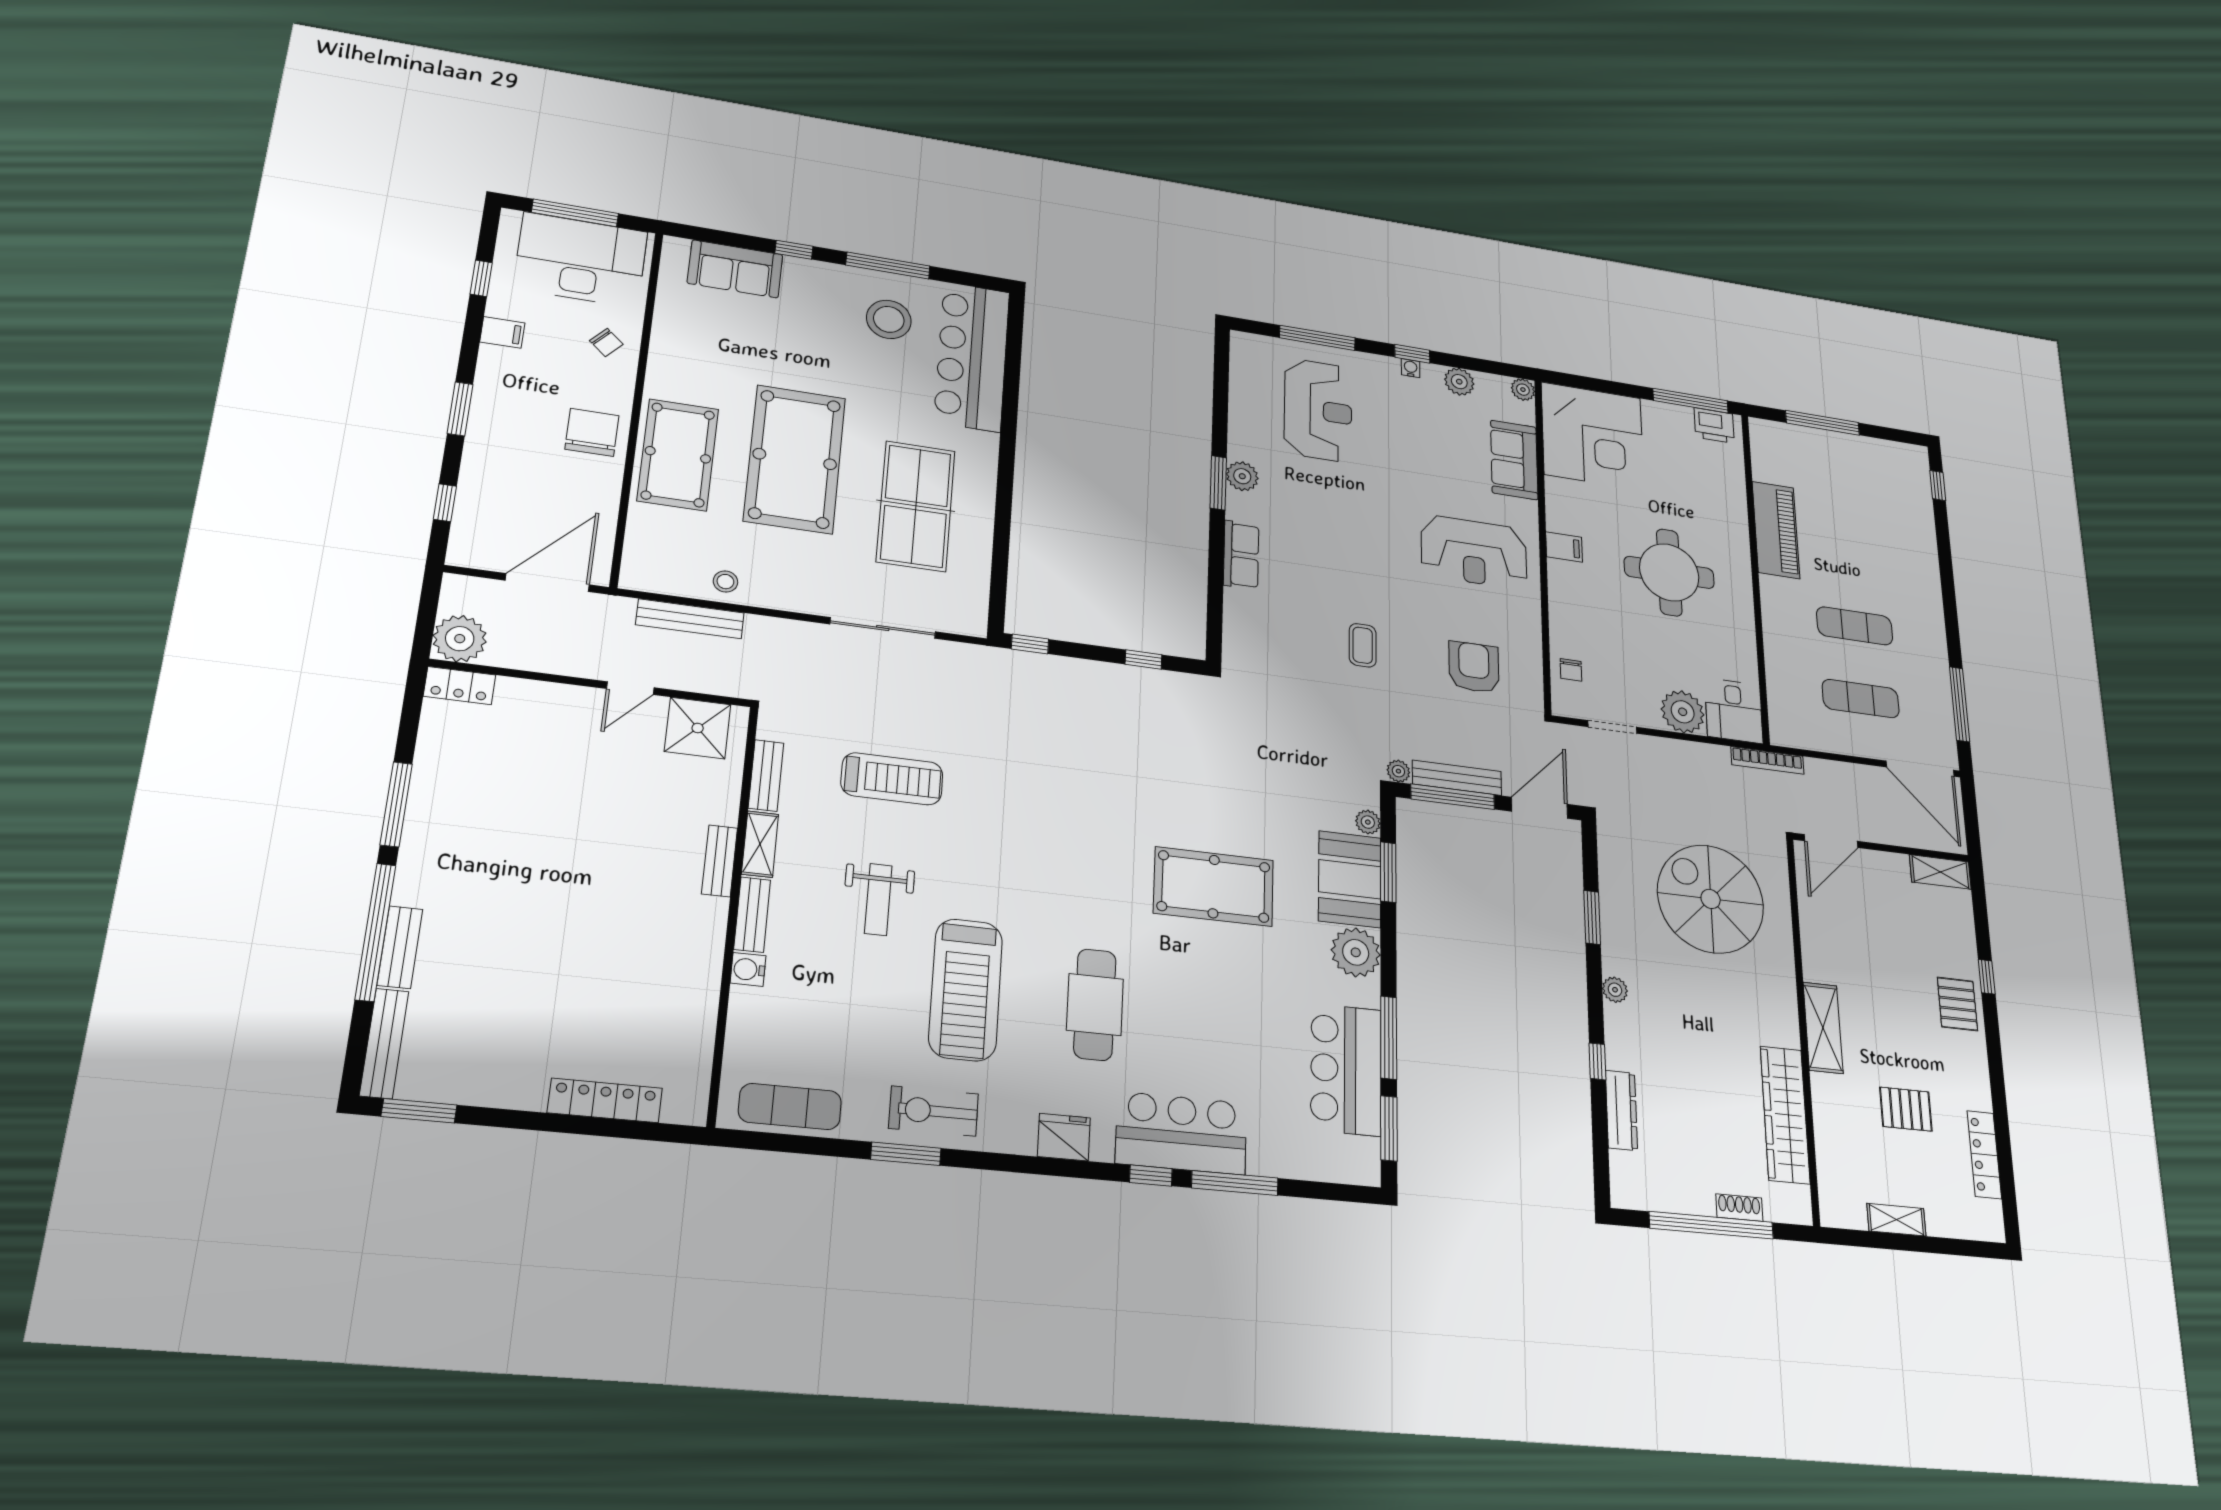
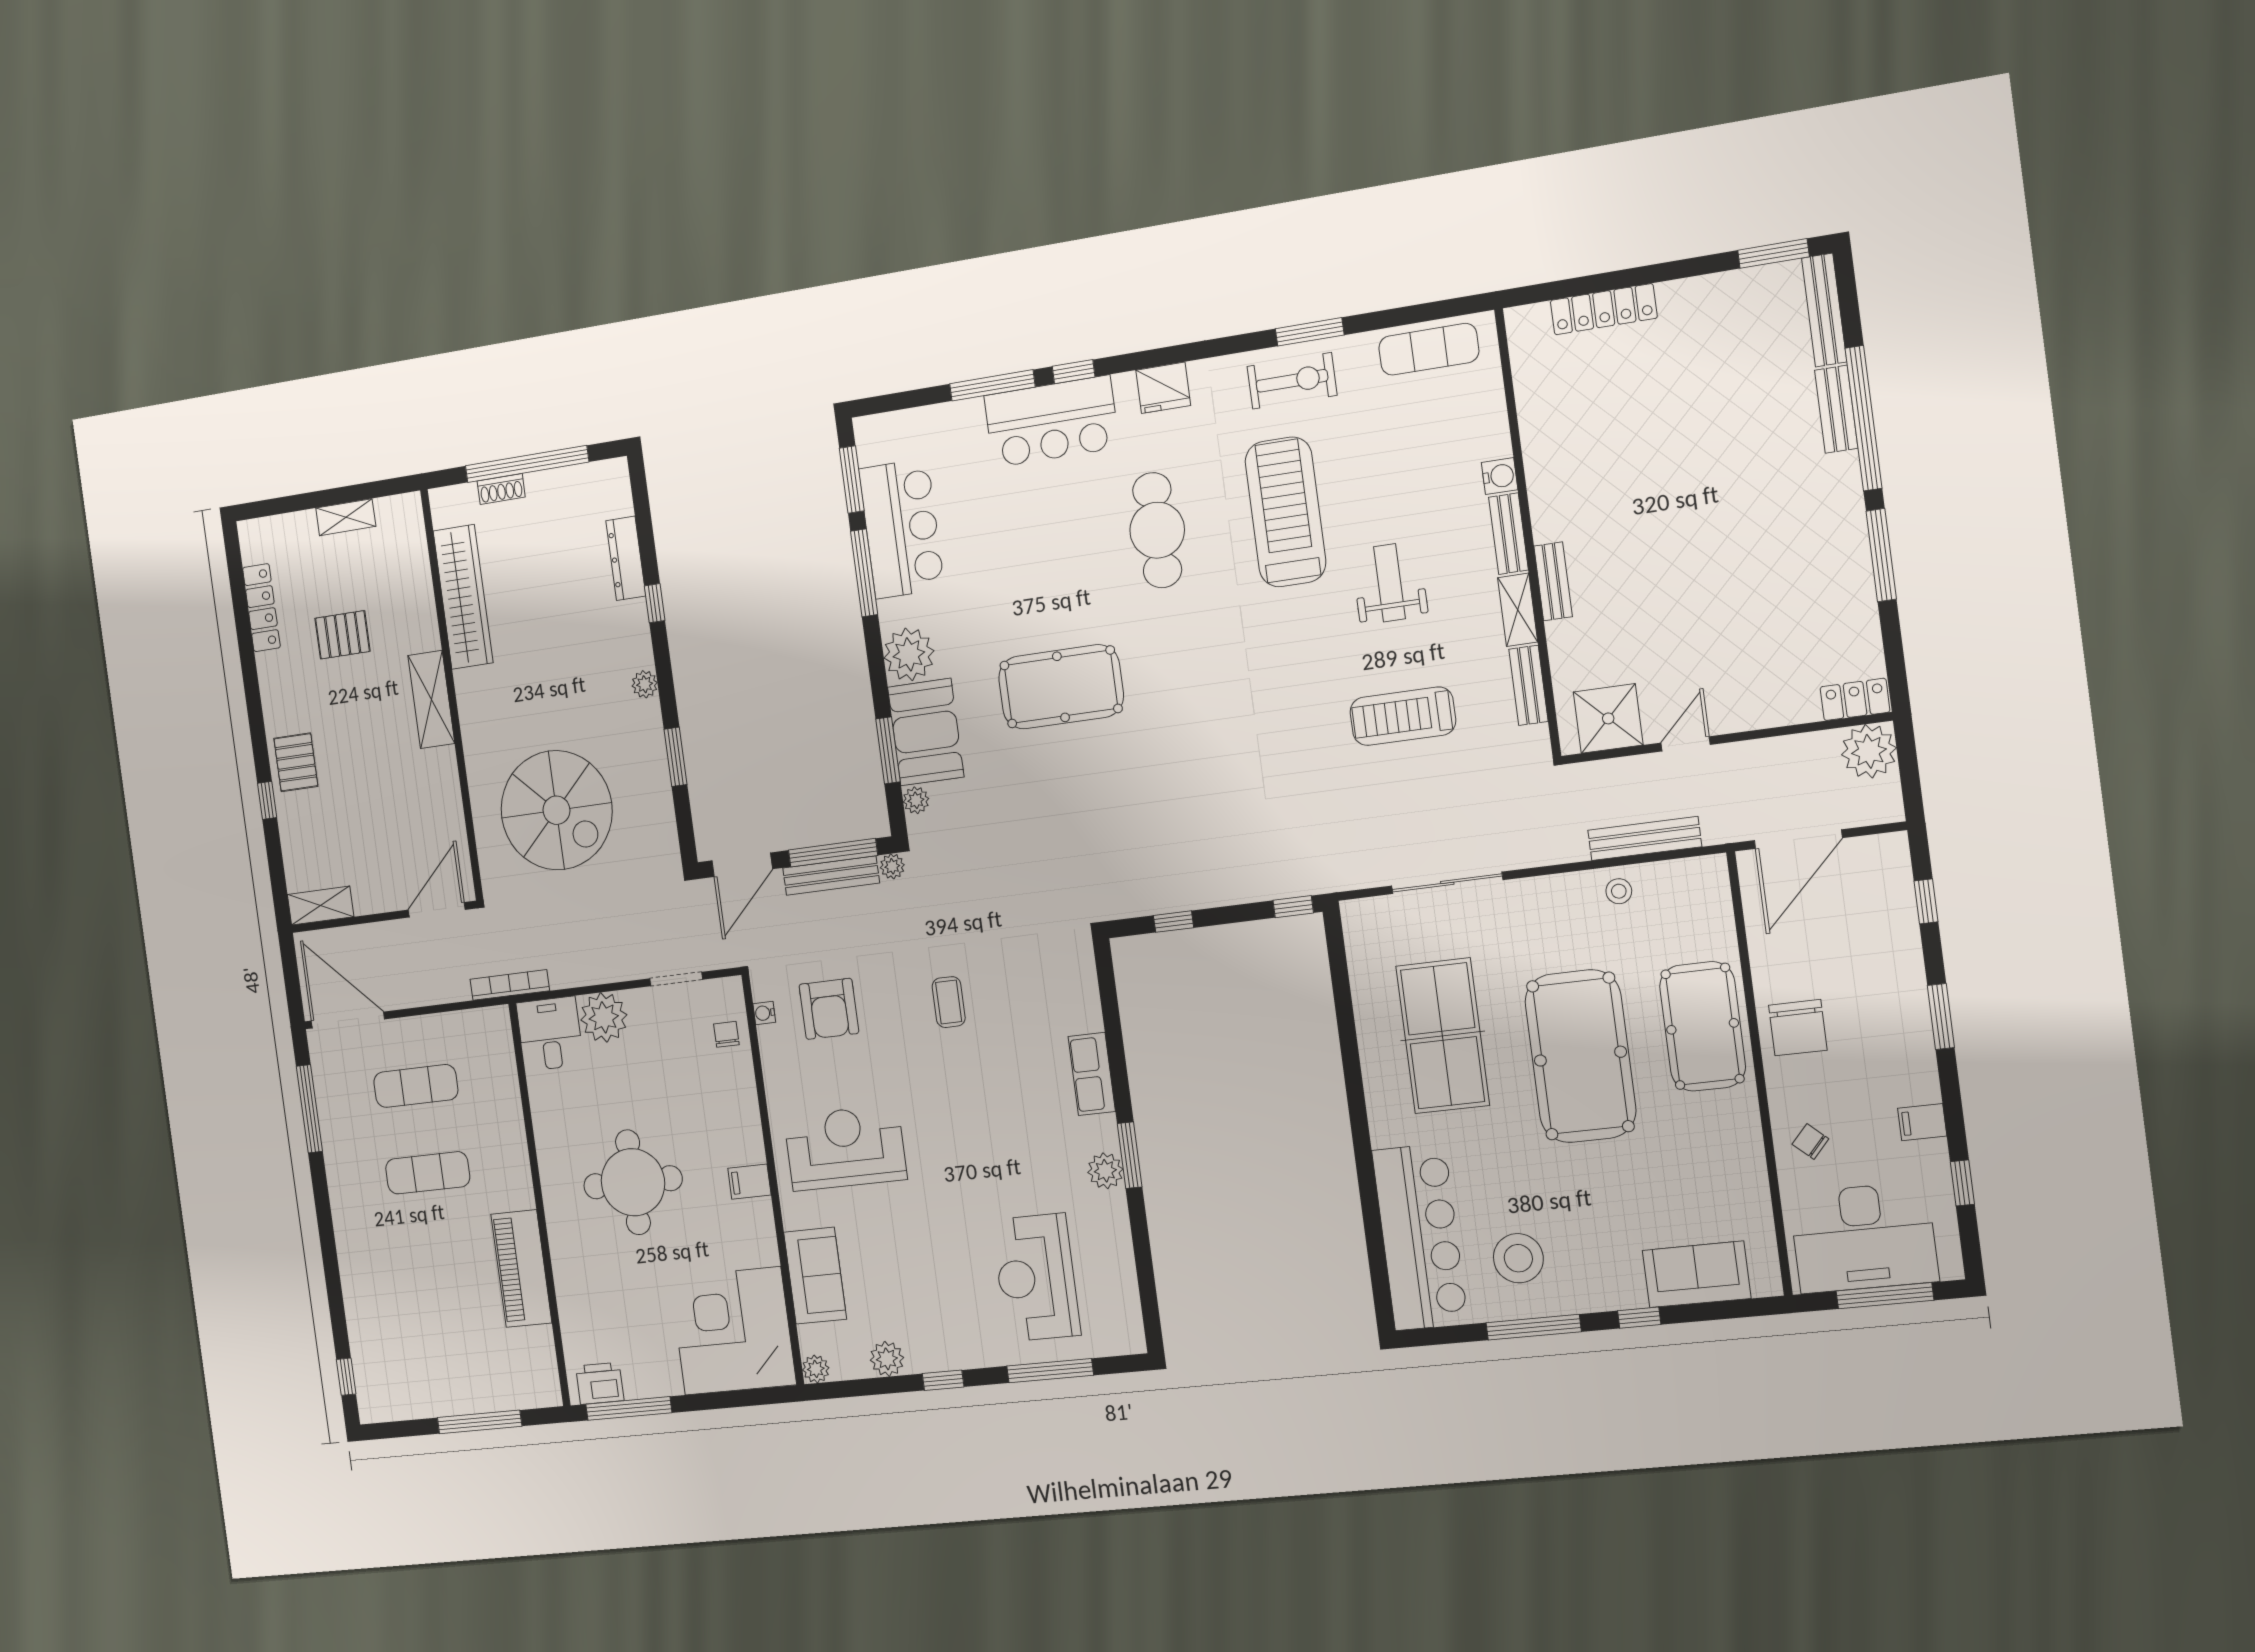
water cooler: (1411, 368) -> (764, 1013), moved, turned 90

